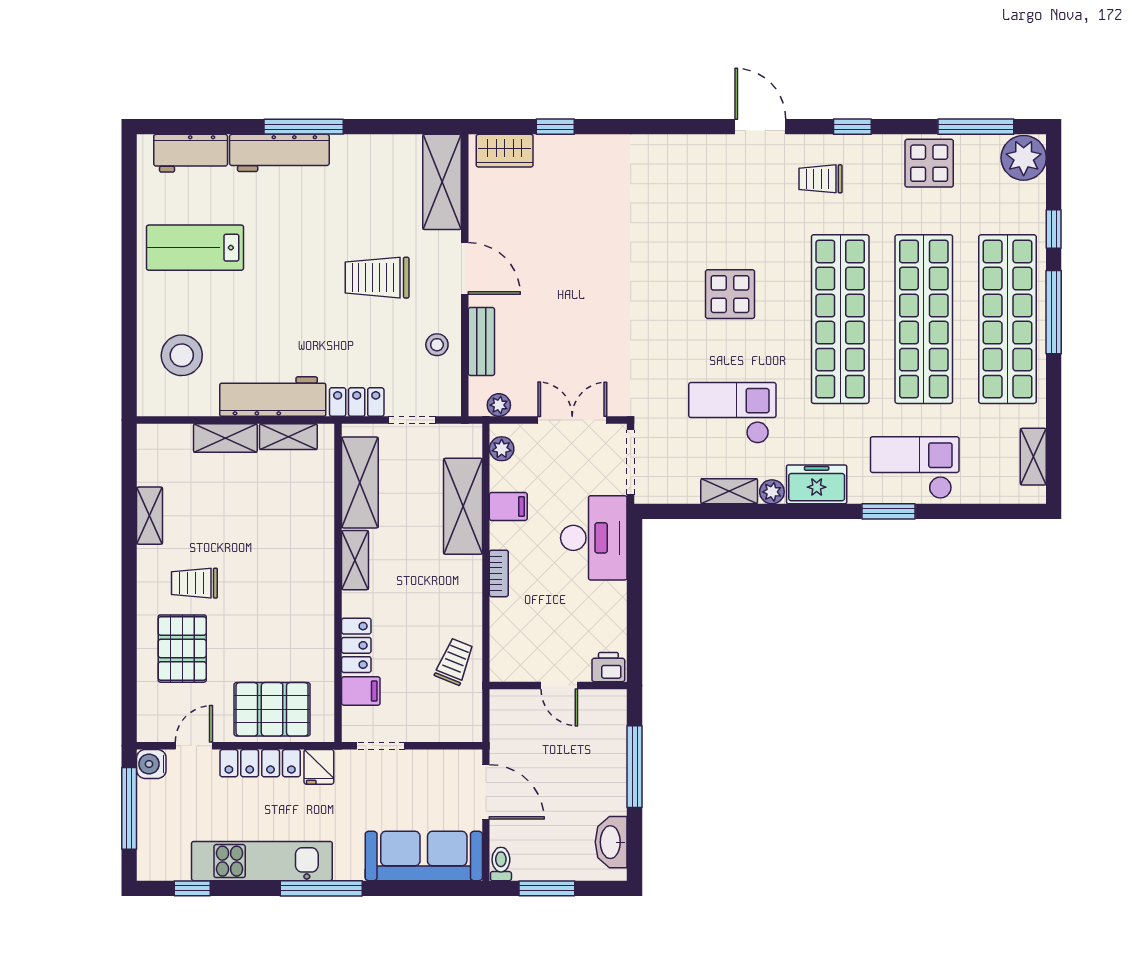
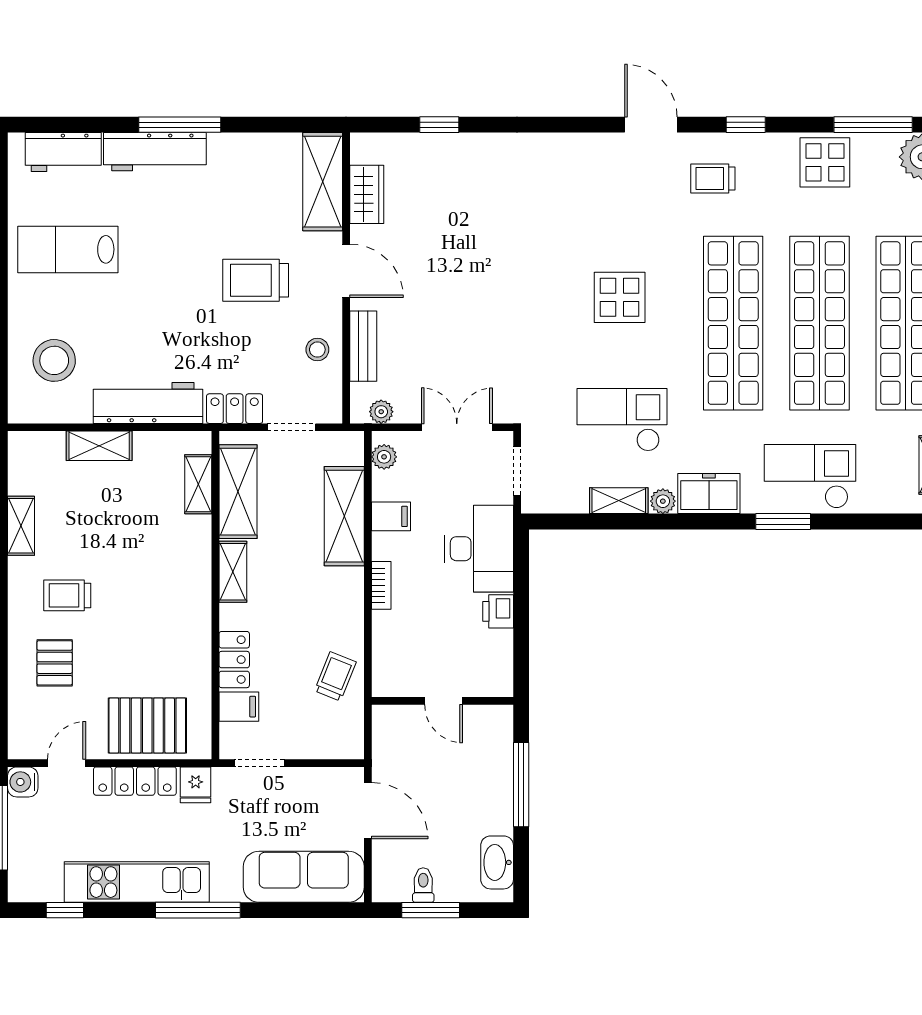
wardrobe: (505, 151) -> (367, 194), moved, turned -90
shelving: (288, 437) -> (198, 484), moved, turned 90
doorway: (631, 462) -> (517, 471), width x0.73
pallet: (182, 649) -> (55, 663), width x0.67, depth x0.71
printer: (608, 667) -> (498, 611), moved, turned -90
toilet: (501, 864) -> (423, 885), moved

